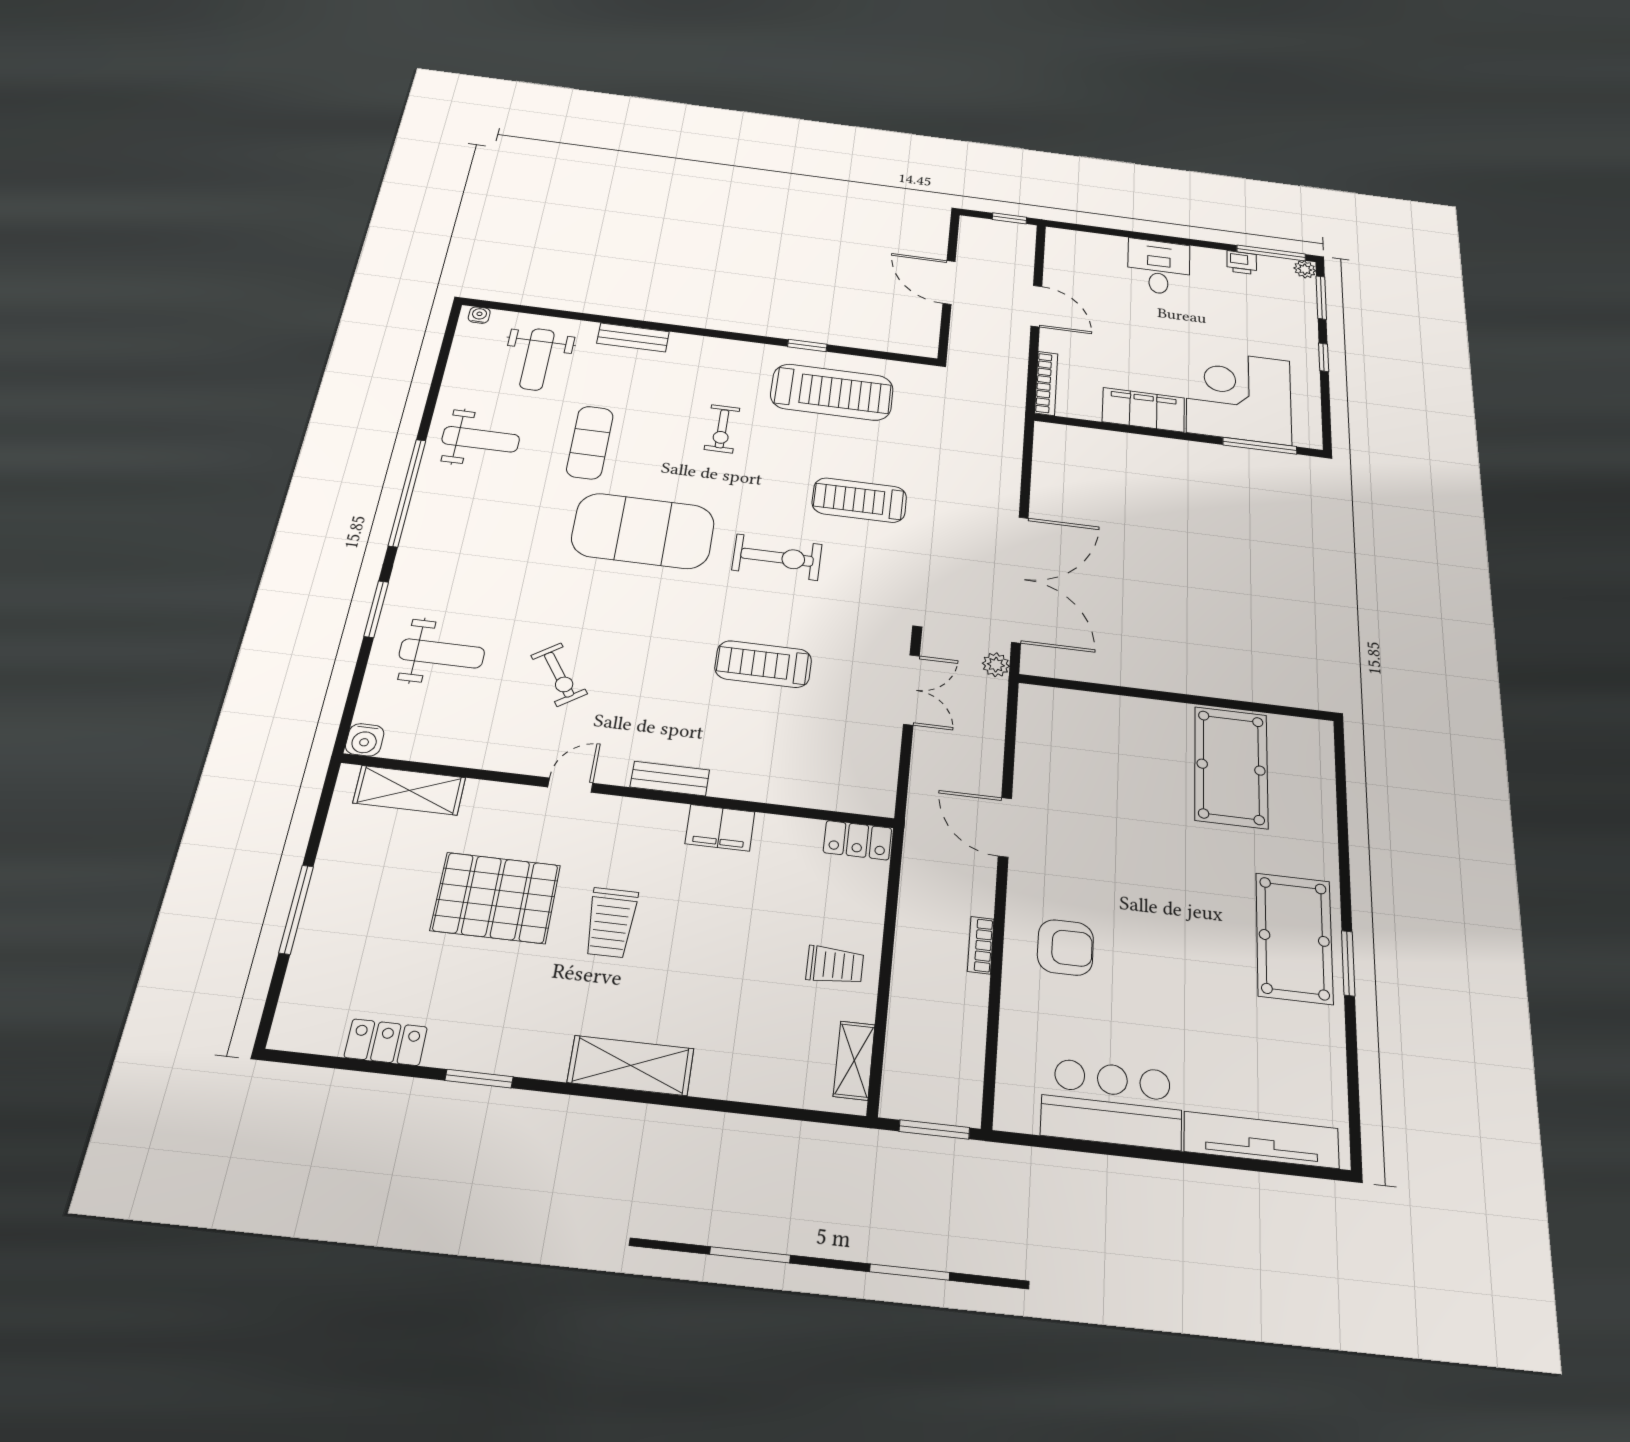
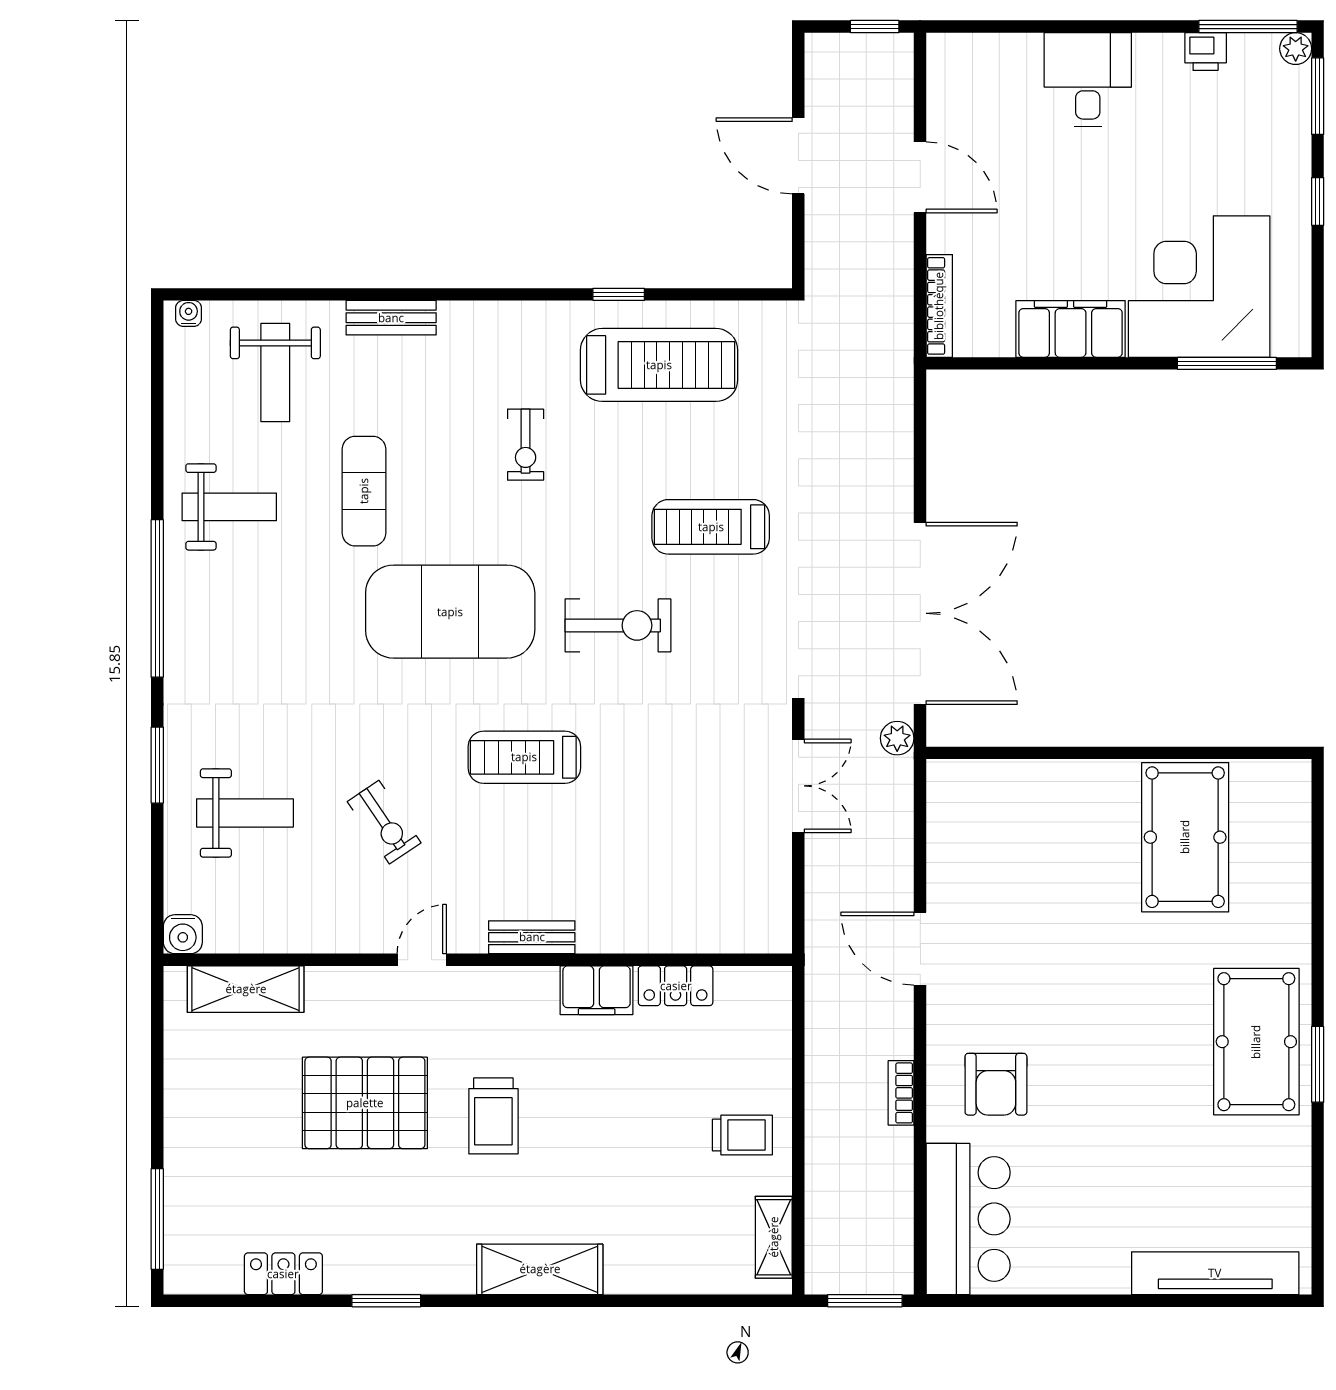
treadmill: (763, 664) -> (524, 757), moved
locker: (857, 840) -> (676, 986), moved
window: (296, 909) -> (157, 1219), moved
armchair: (1065, 947) -> (996, 1084), turned 90
bar counter: (1112, 1104) -> (968, 1219), moved, turned 90

